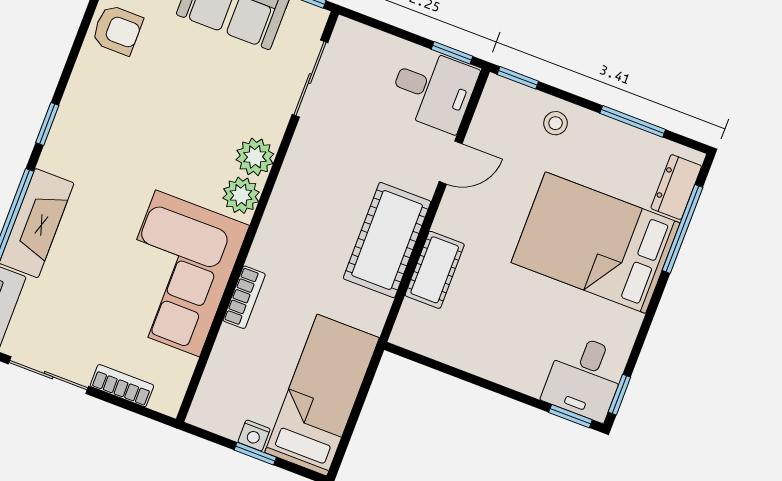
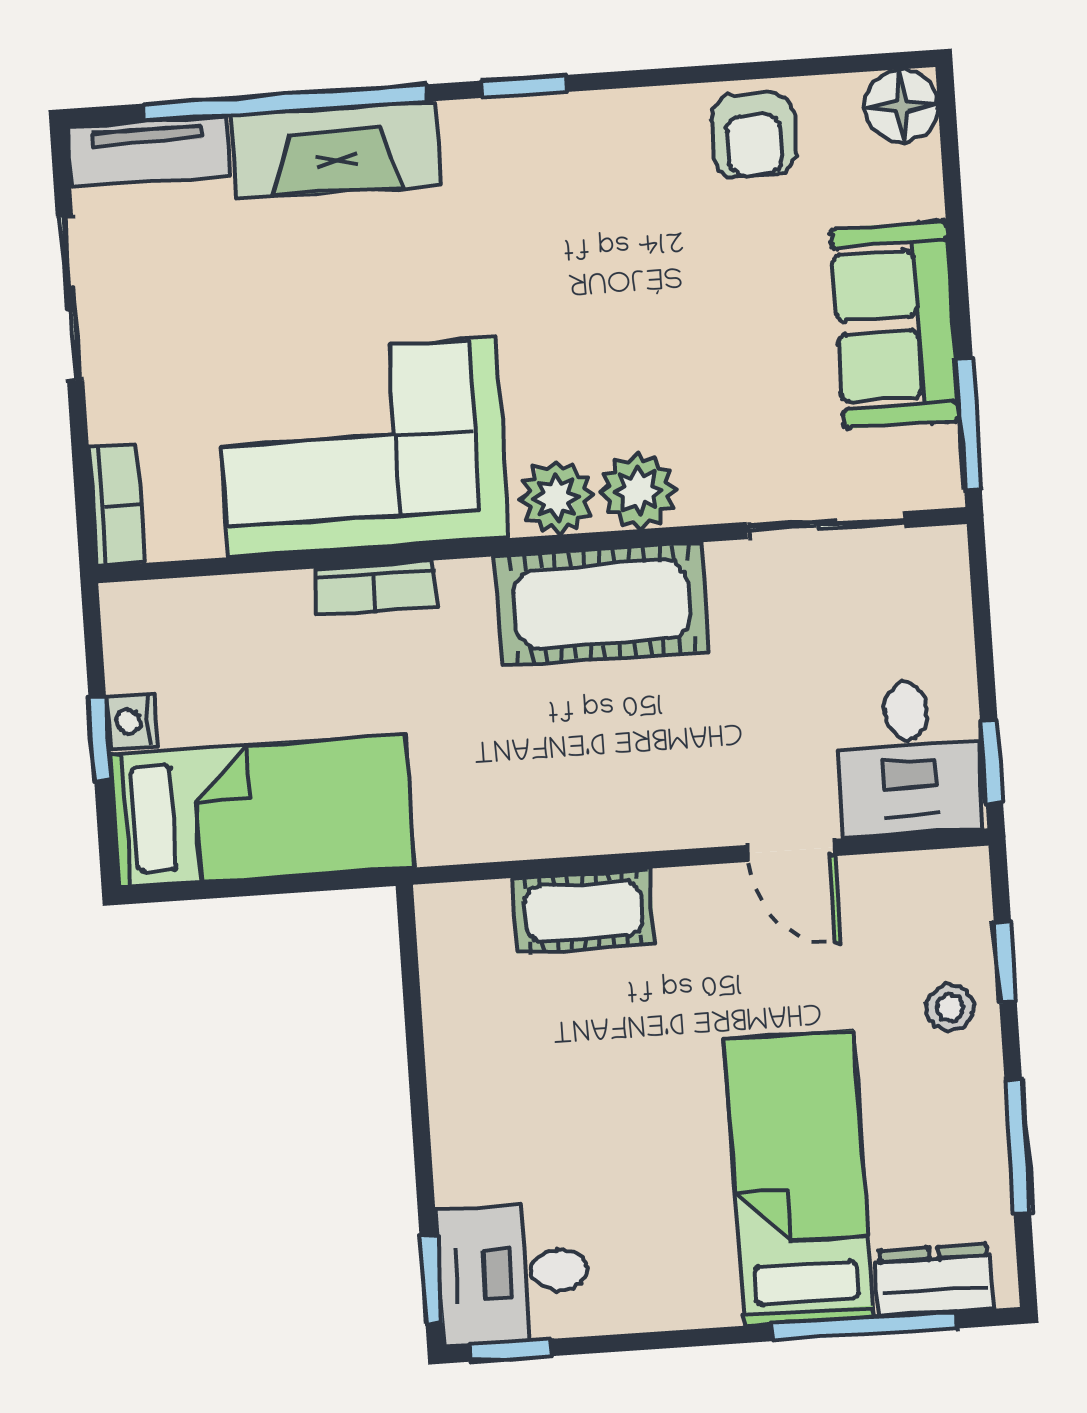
window: (518, 78) -> (1005, 962), moved
cot: (387, 240) -> (602, 604), moved
bed: (596, 243) -> (799, 1178), width x0.67
bookcase: (122, 386) -> (117, 505), moved

